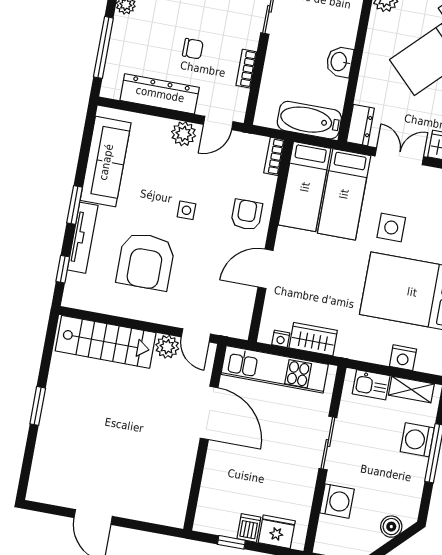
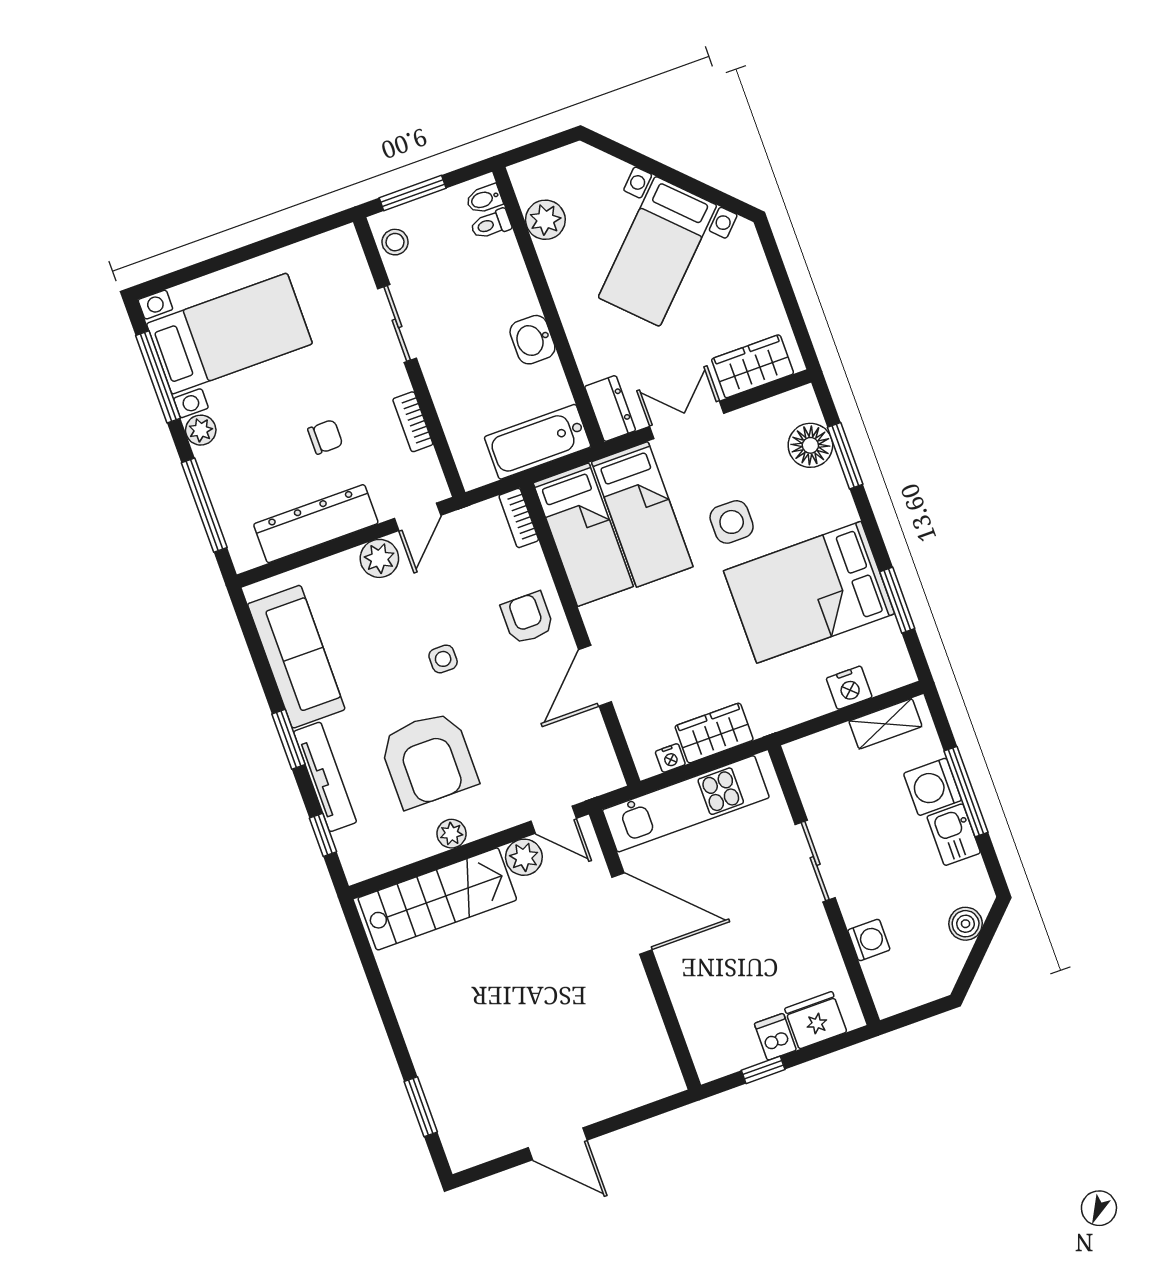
plant: (135, 310) -> (451, 834), added
kitchen sink: (371, 385) -> (954, 835), moved, turned 90
window: (38, 406) -> (421, 1107), moved
washing machine: (337, 501) -> (869, 940), width x0.73, depth x0.73

